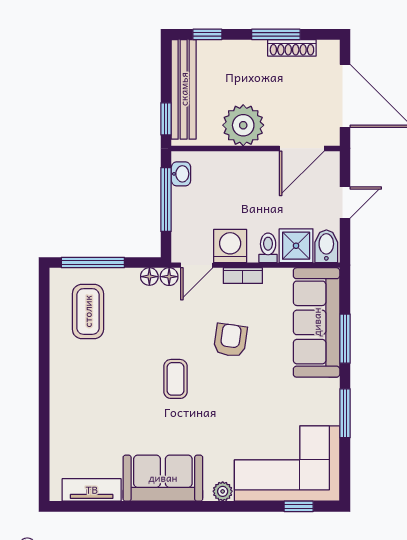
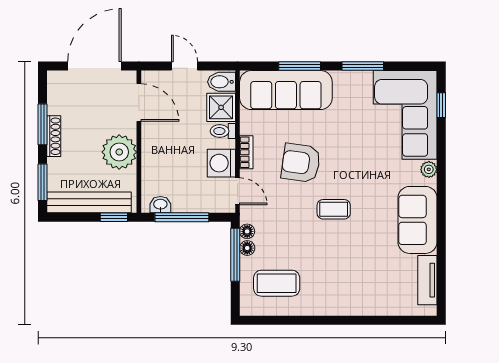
window: (207, 34) -> (42, 182), width x1.50
shoe rack: (292, 48) -> (54, 136), moved
window: (93, 263) -> (235, 255), moved
floor lamp: (169, 277) -> (247, 248), moved
armchair: (230, 340) -> (301, 163), width x1.38, depth x1.38

